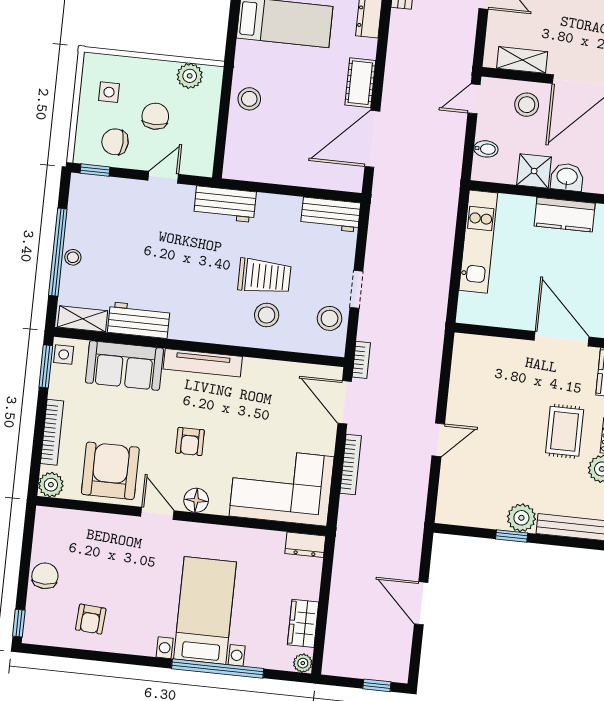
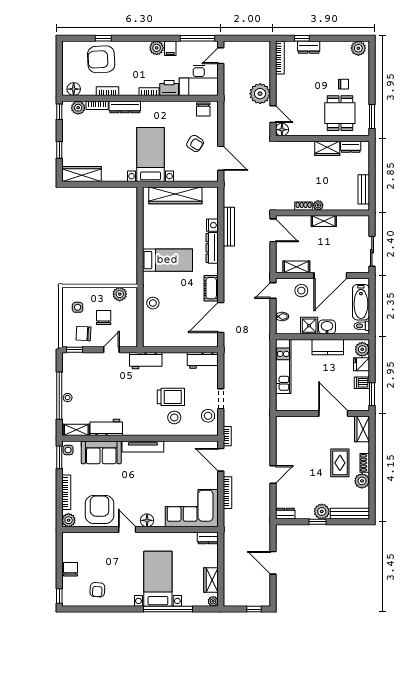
armchair: (190, 441) -> (140, 489), removed
dresser: (453, 515) -> (285, 514), added

